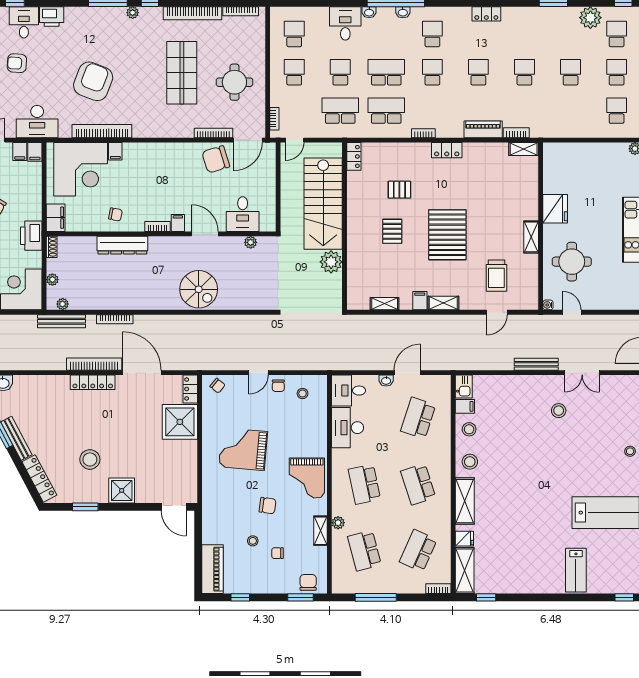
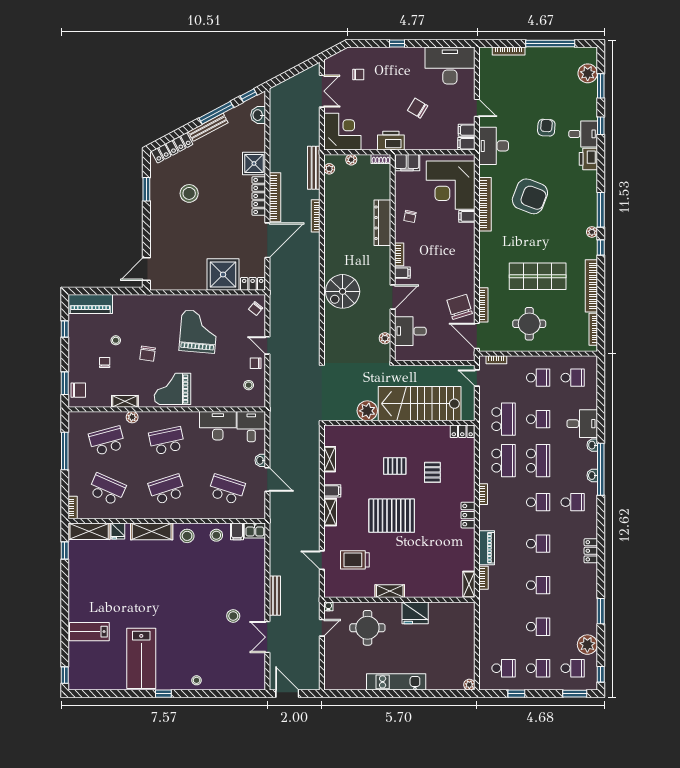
shower: (122, 490) -> (254, 163), moved

